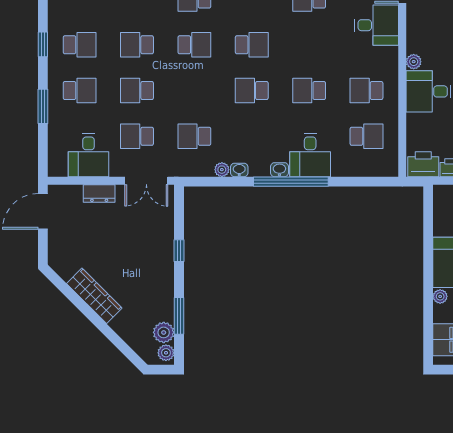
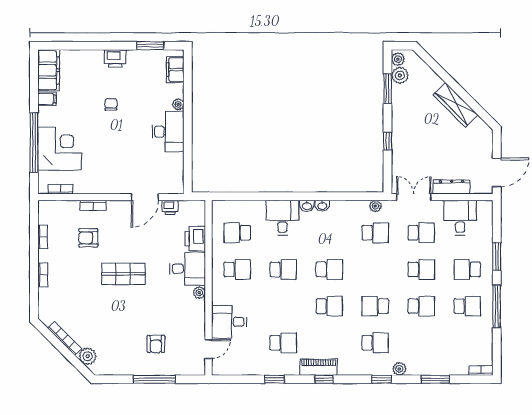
window: (43, 44) -> (497, 307), width x2.17
school desk: (80, 45) -> (467, 306), turned 180
school desk: (252, 45) -> (329, 306), turned 180
printer: (423, 164) -> (195, 239), moved, turned 90
plant: (222, 170) -> (375, 206), moved
washbasin: (239, 170) -> (322, 206), moved
window: (291, 182) -> (298, 196), removed
dresser: (99, 193) -> (452, 187), width x1.44

